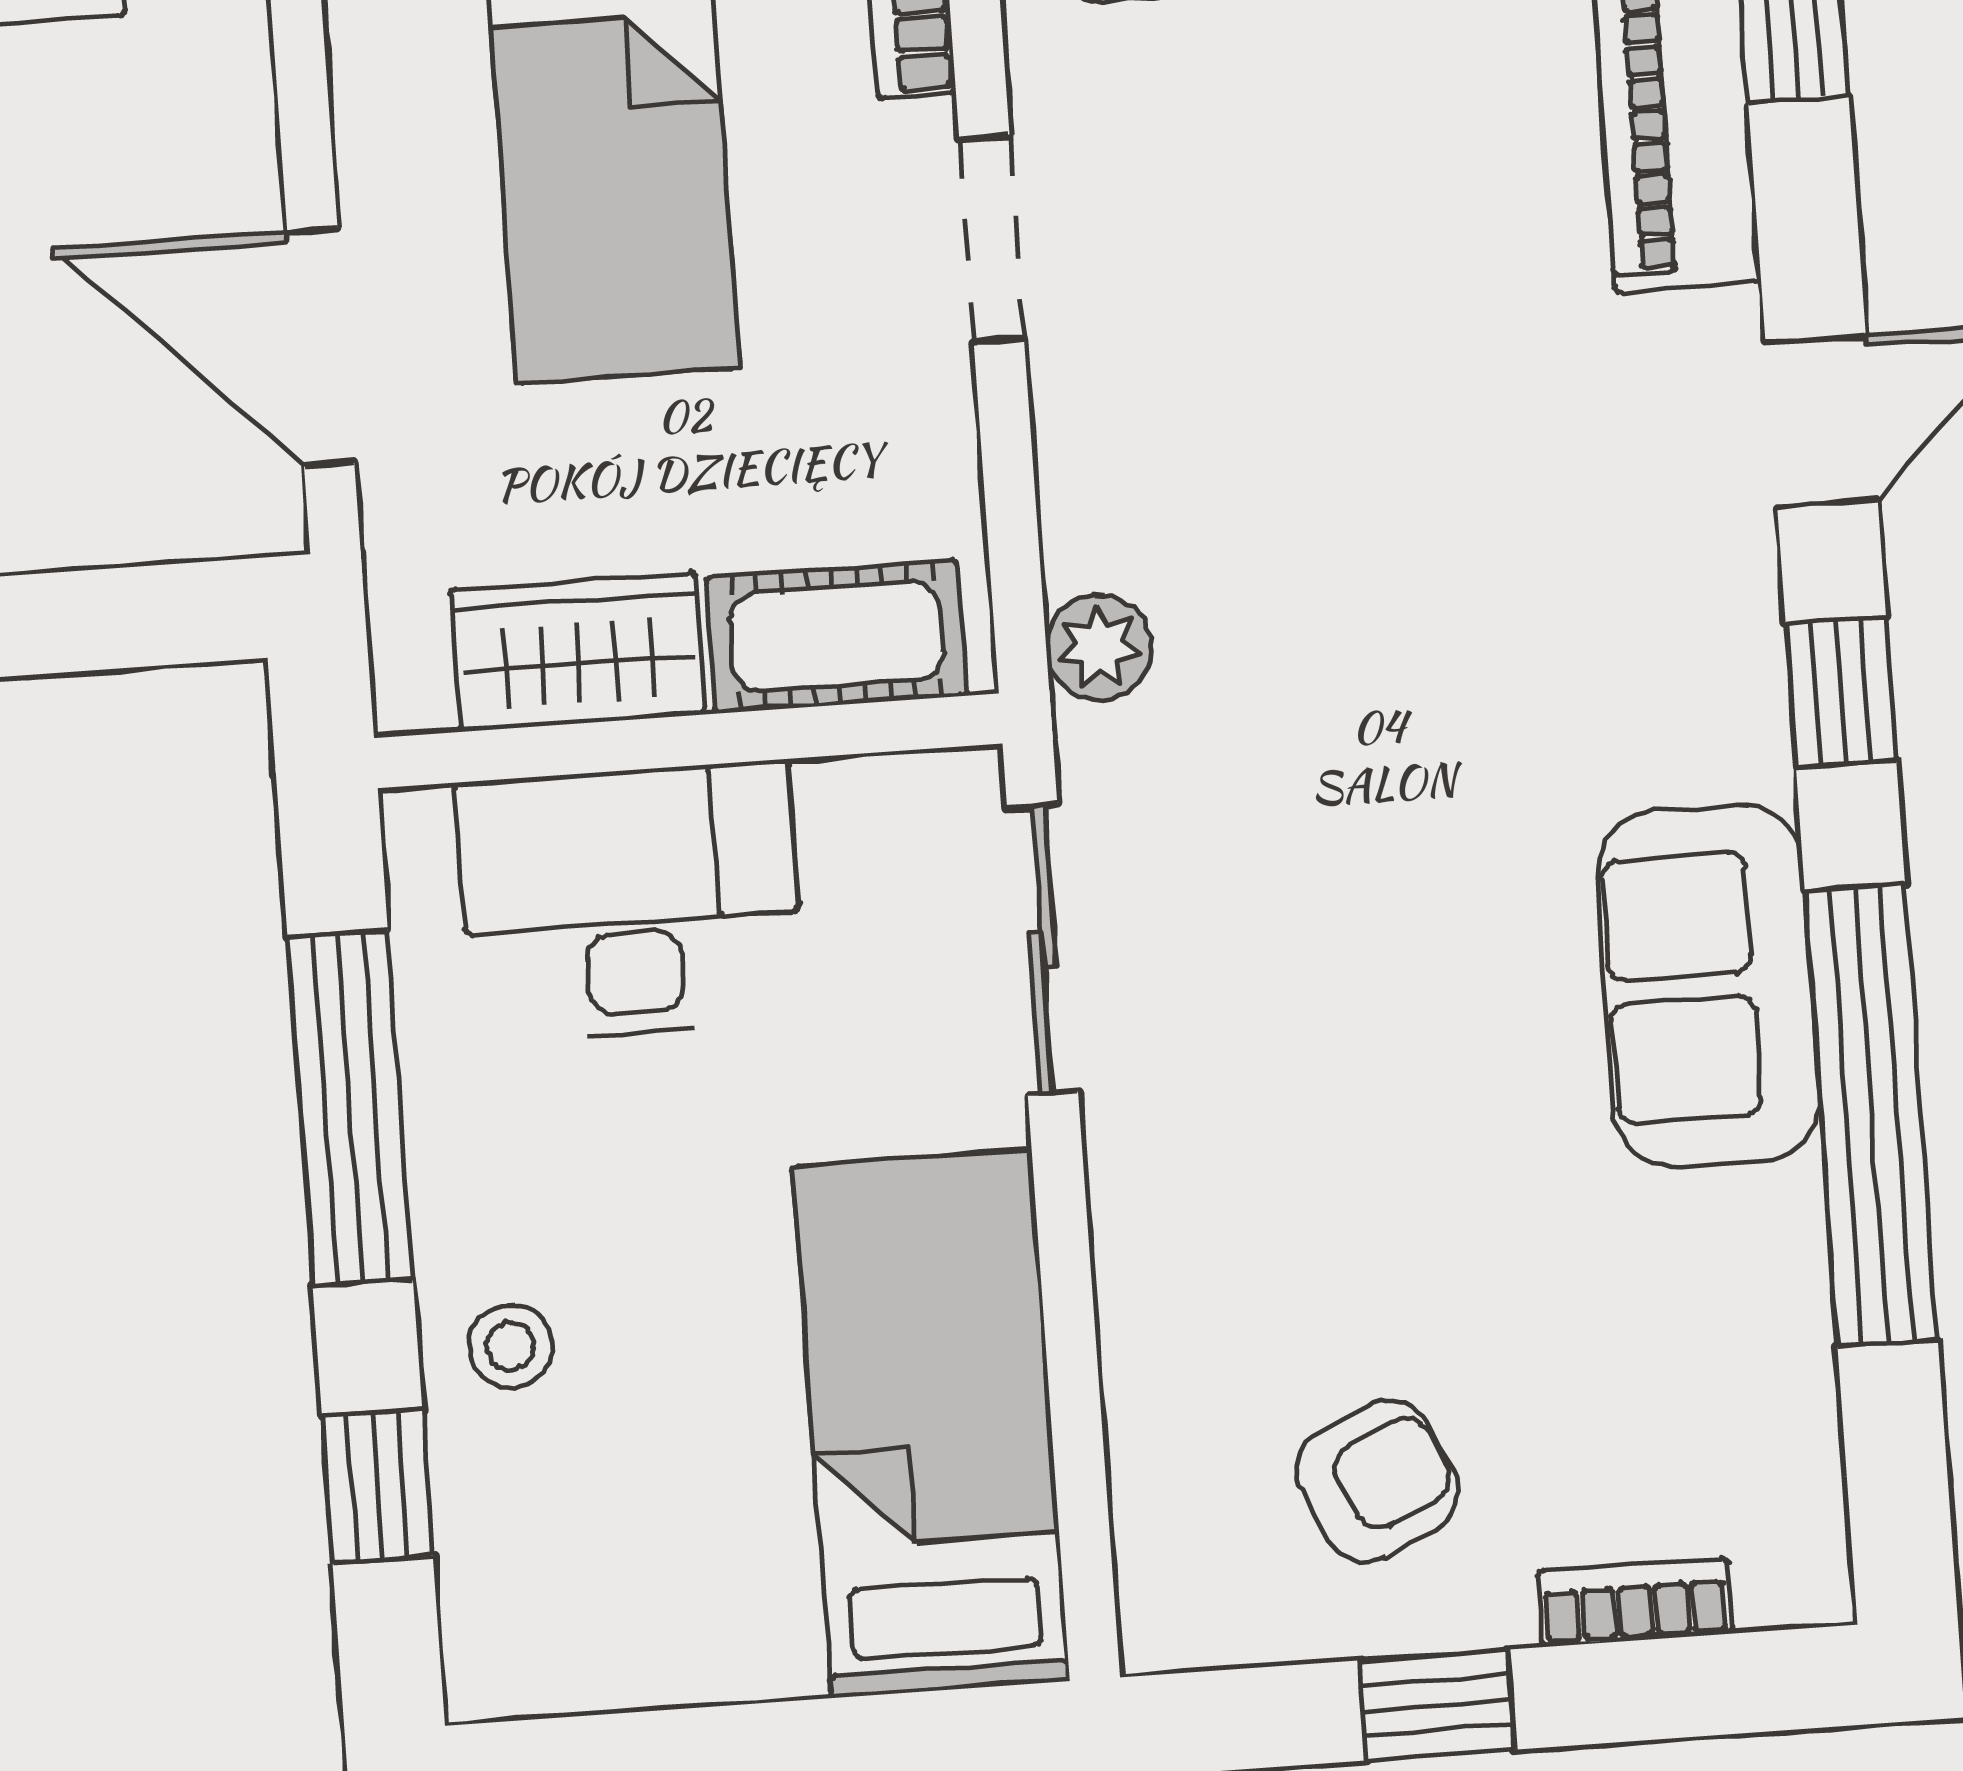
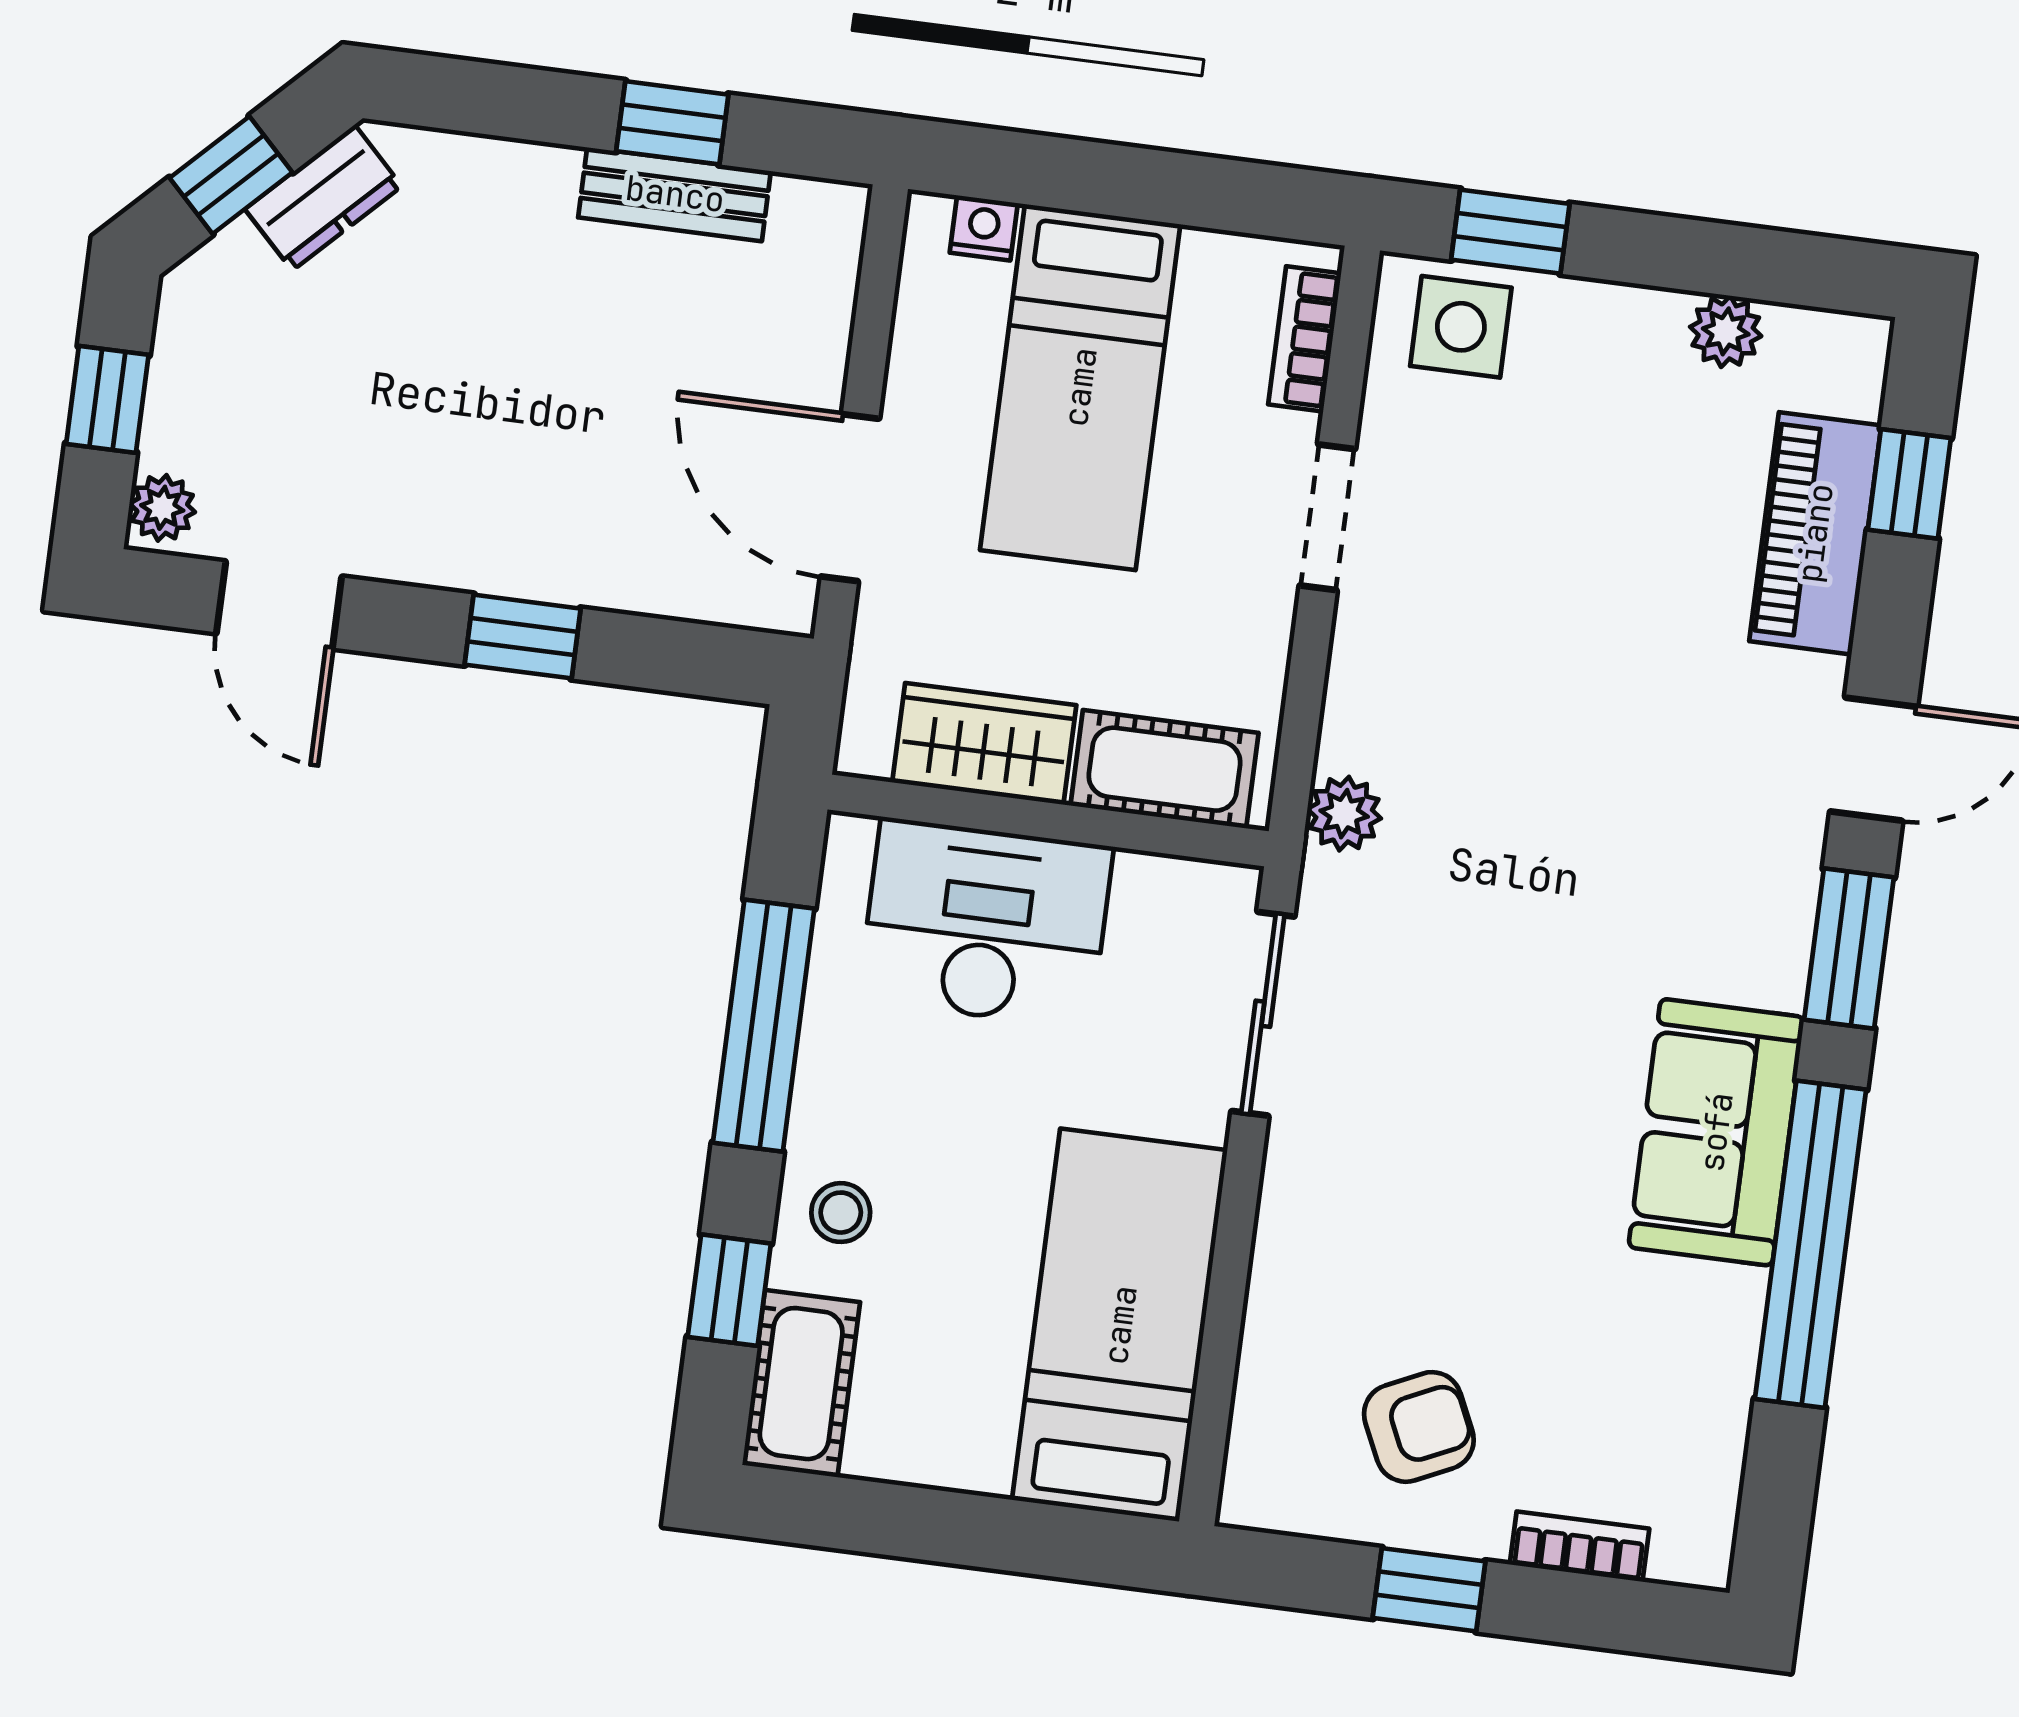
window: (1841, 692) -> (1849, 949), width x1.50
cot: (504, 1596) -> (801, 1384), added

